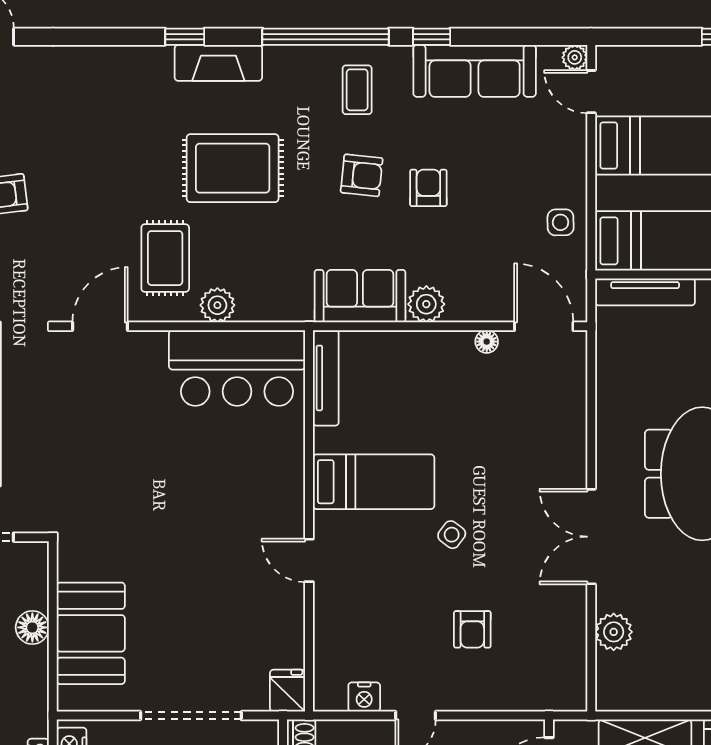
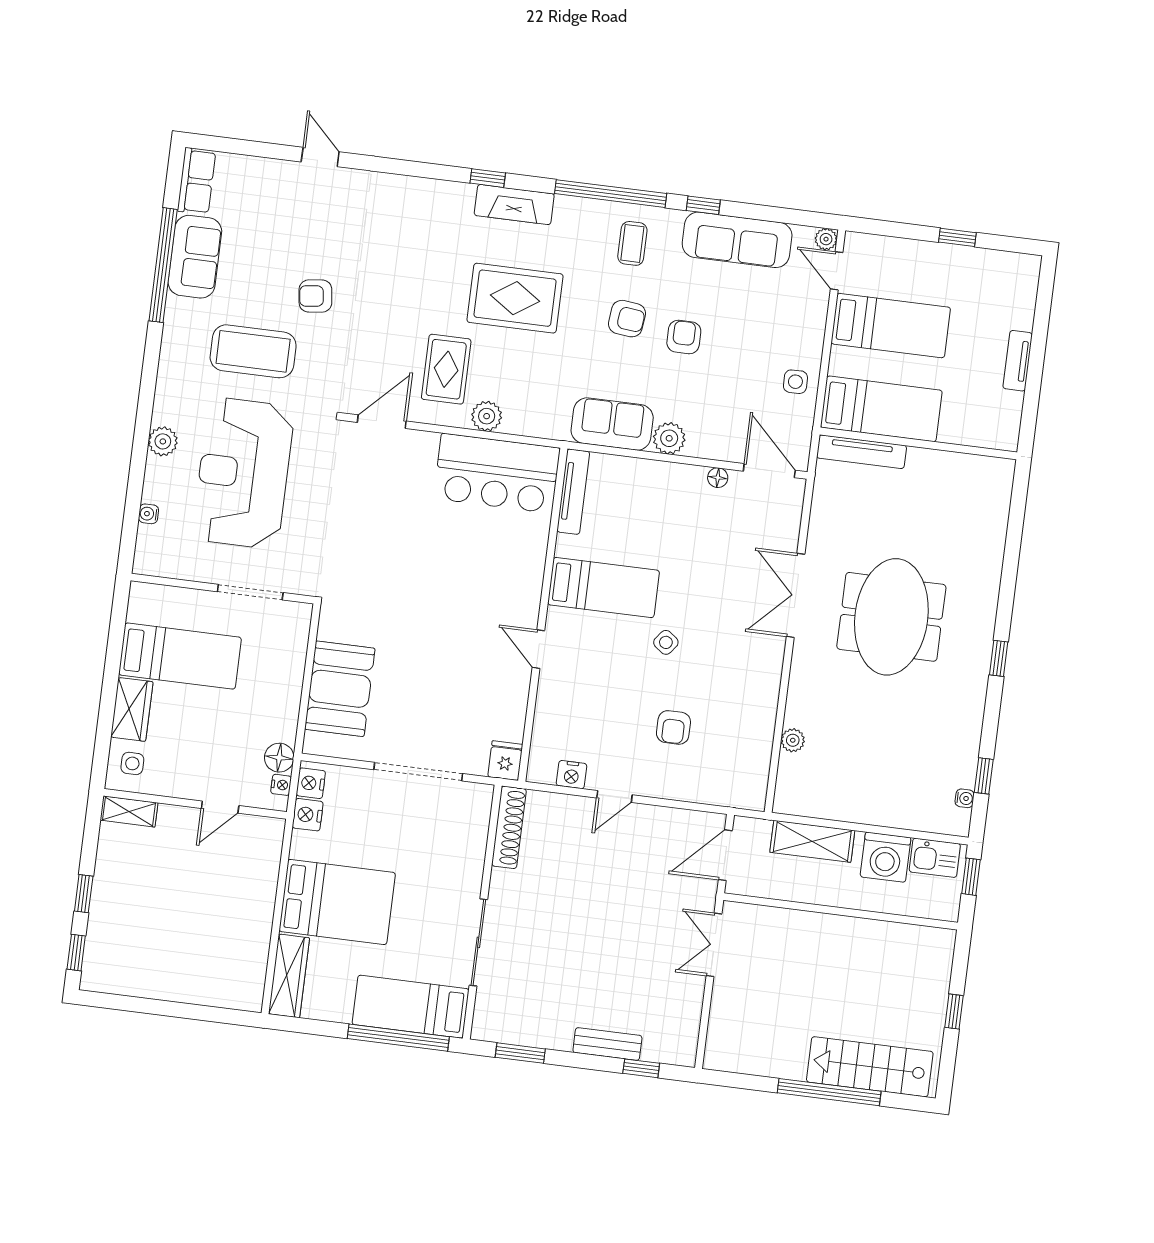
double door: (591, 537) -> (796, 595), moved
floor lamp: (32, 627) -> (279, 758), moved
plant: (614, 632) -> (793, 740), width x0.73, depth x0.73

